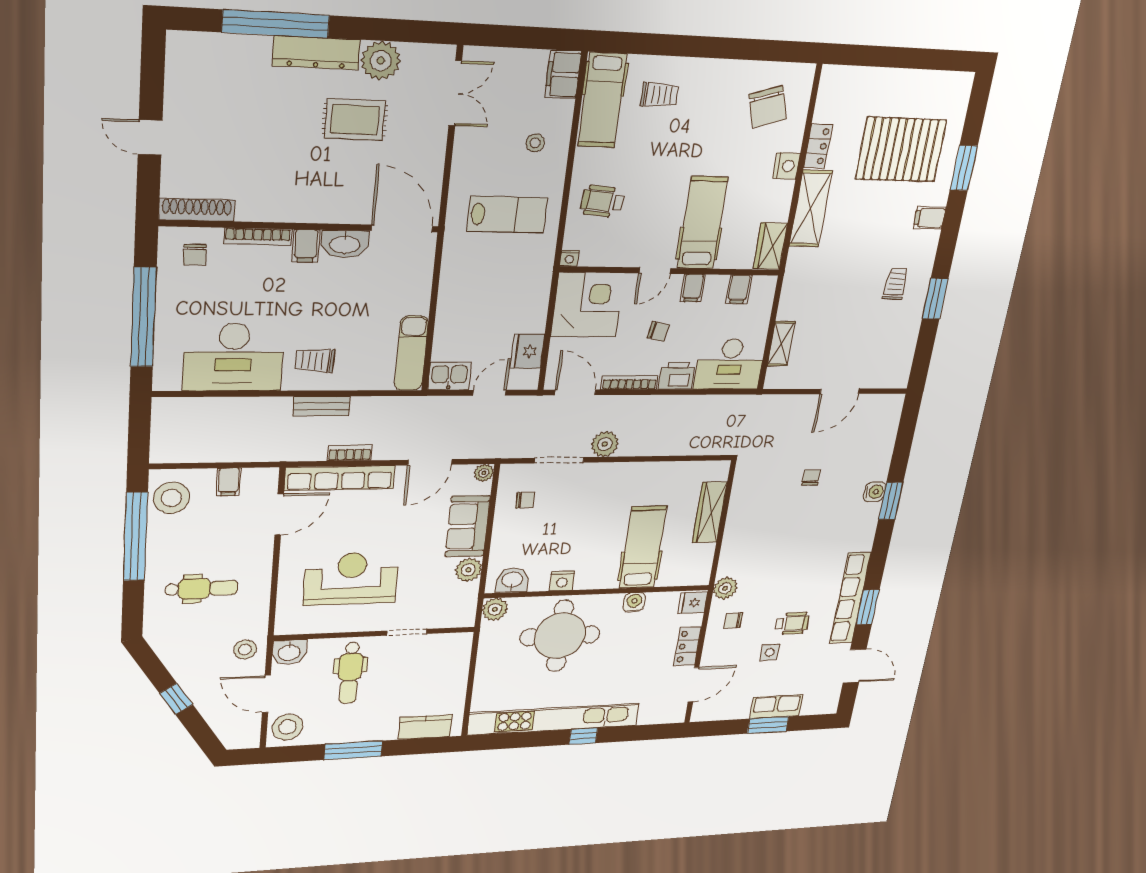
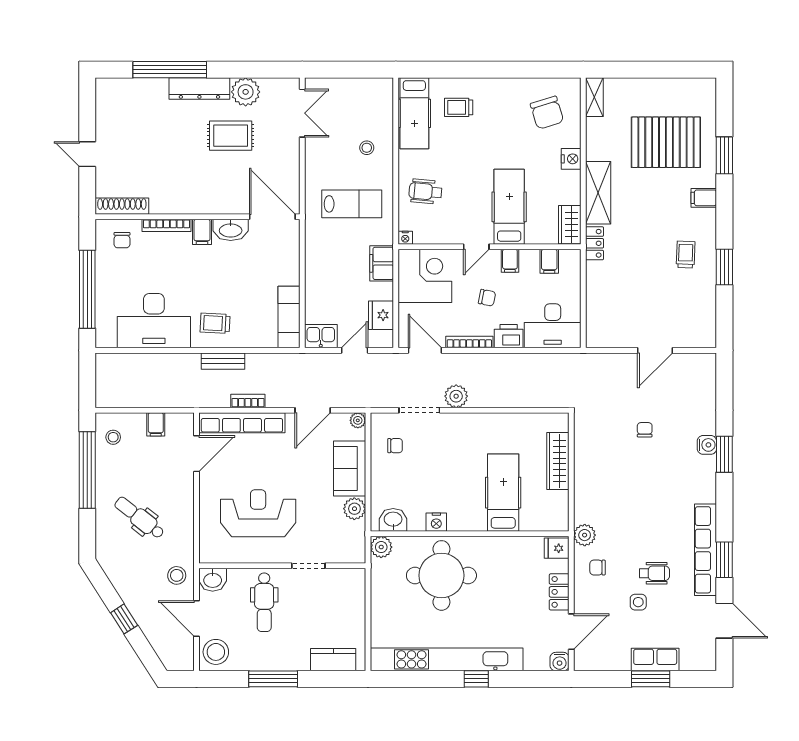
filing cabinet: (563, 74) -> (382, 263), moved
trolley: (660, 95) -> (459, 107), turned 180
locker: (818, 146) -> (595, 243), moved
shelving: (781, 344) -> (594, 97), moved
stool: (171, 498) -> (113, 437), width x0.53, depth x0.53
dental chair: (201, 589) -> (139, 518), turned -142
water cooler: (634, 602) -> (560, 662), moved, turned 180

